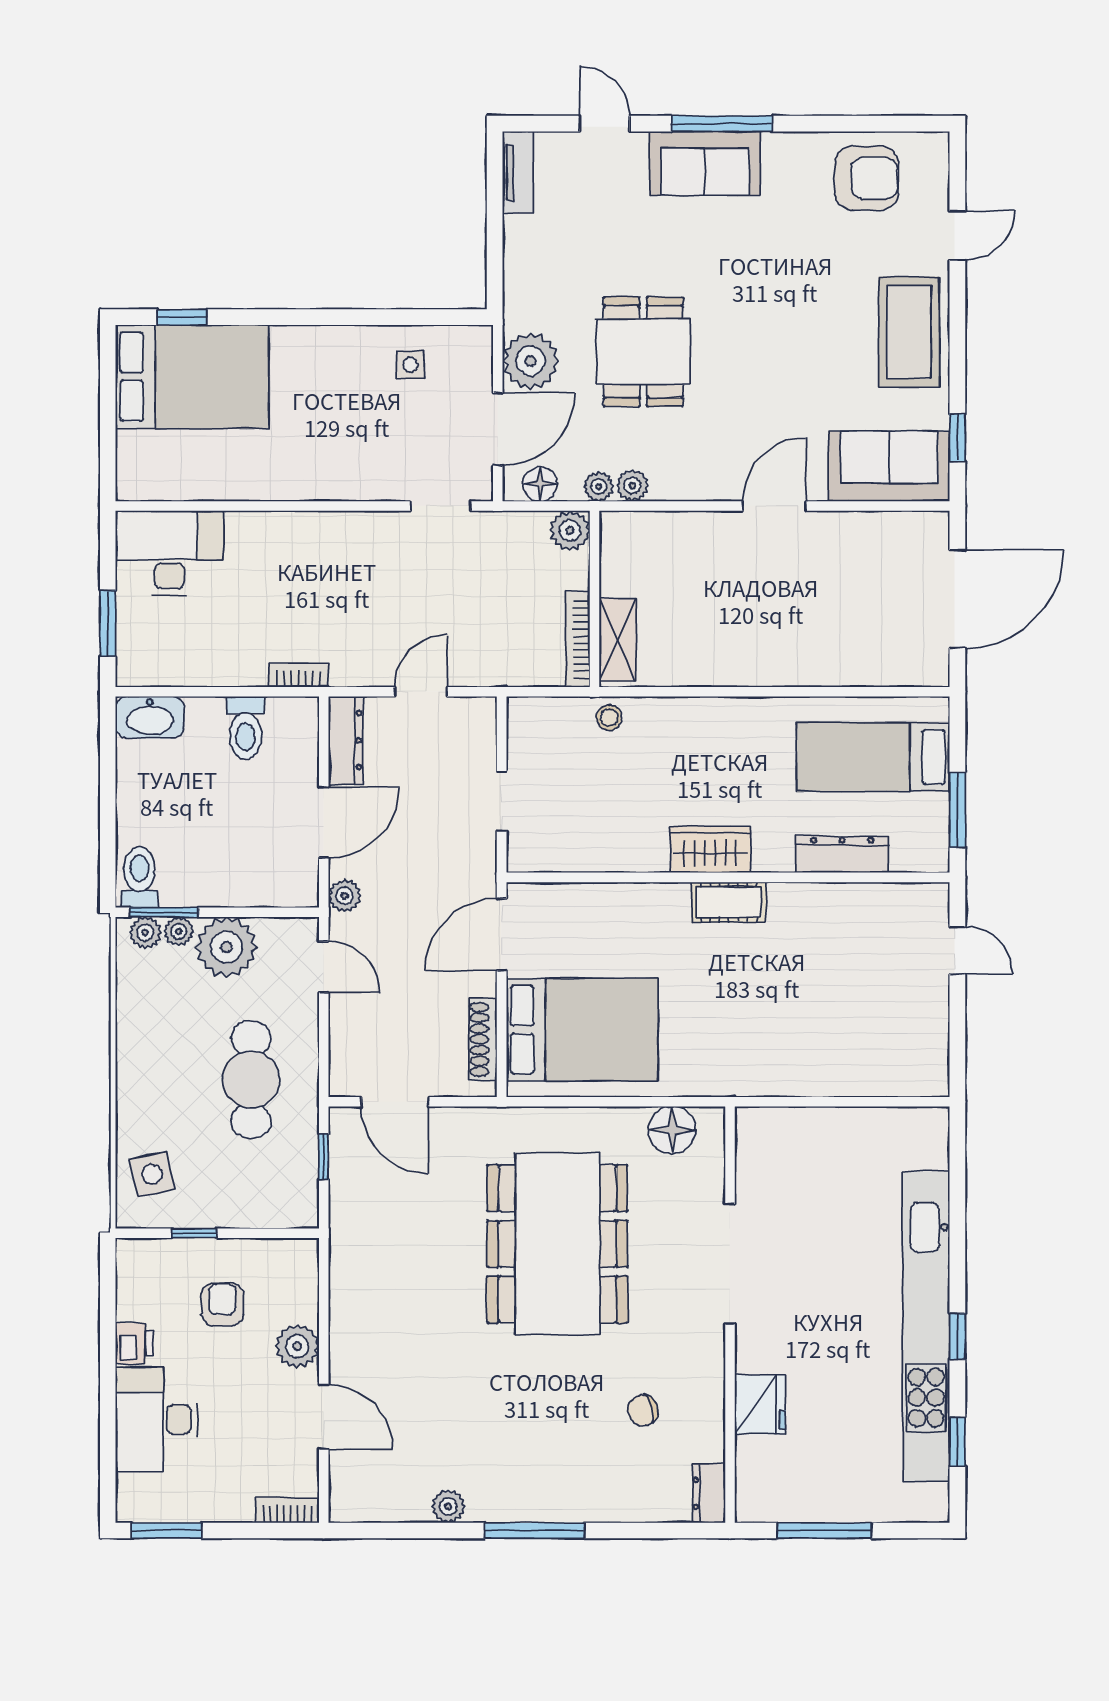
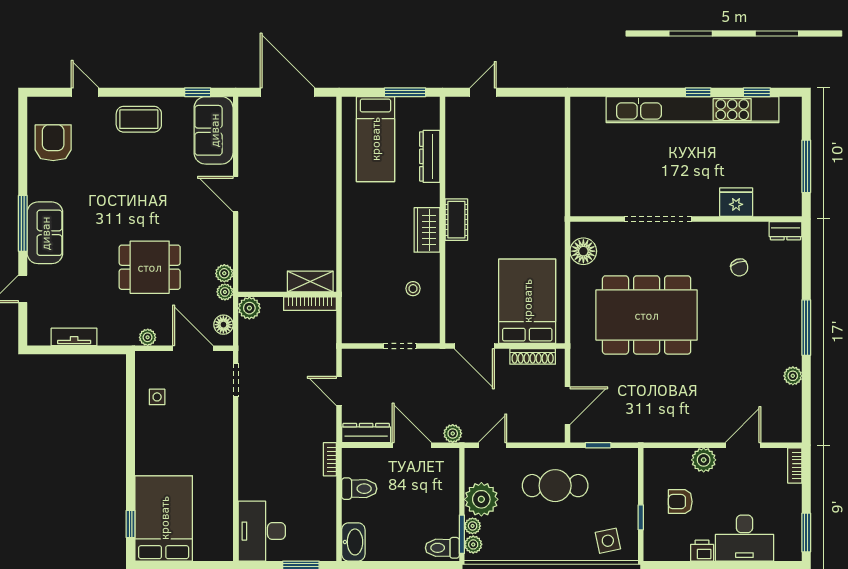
tv unit: (518, 172) -> (74, 337), moved
coffee table: (909, 332) -> (139, 119), width x0.73, depth x0.76
plant: (531, 361) -> (148, 337), width x0.53, depth x0.53
stool: (609, 718) -> (413, 289), moved

